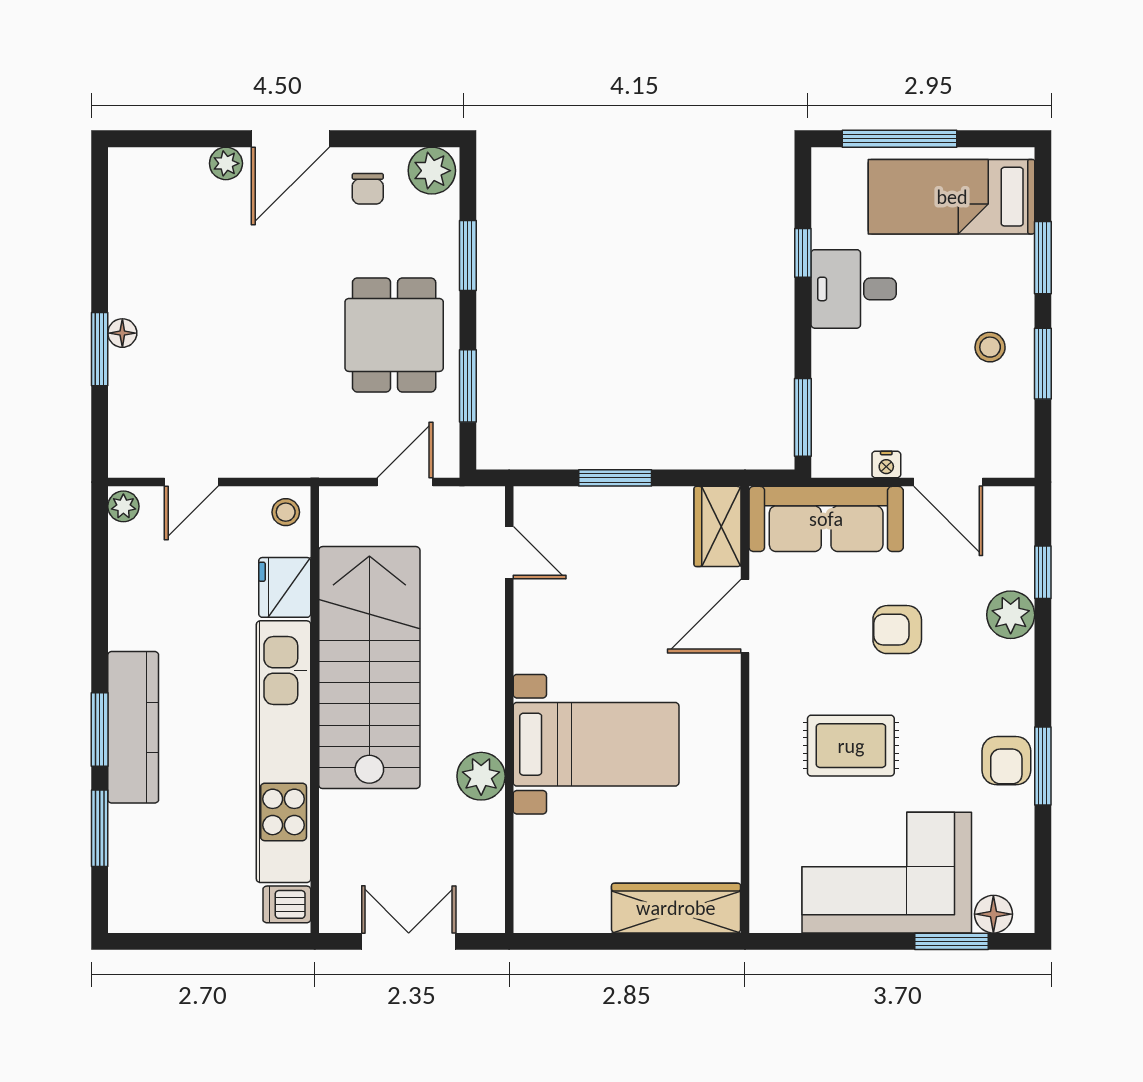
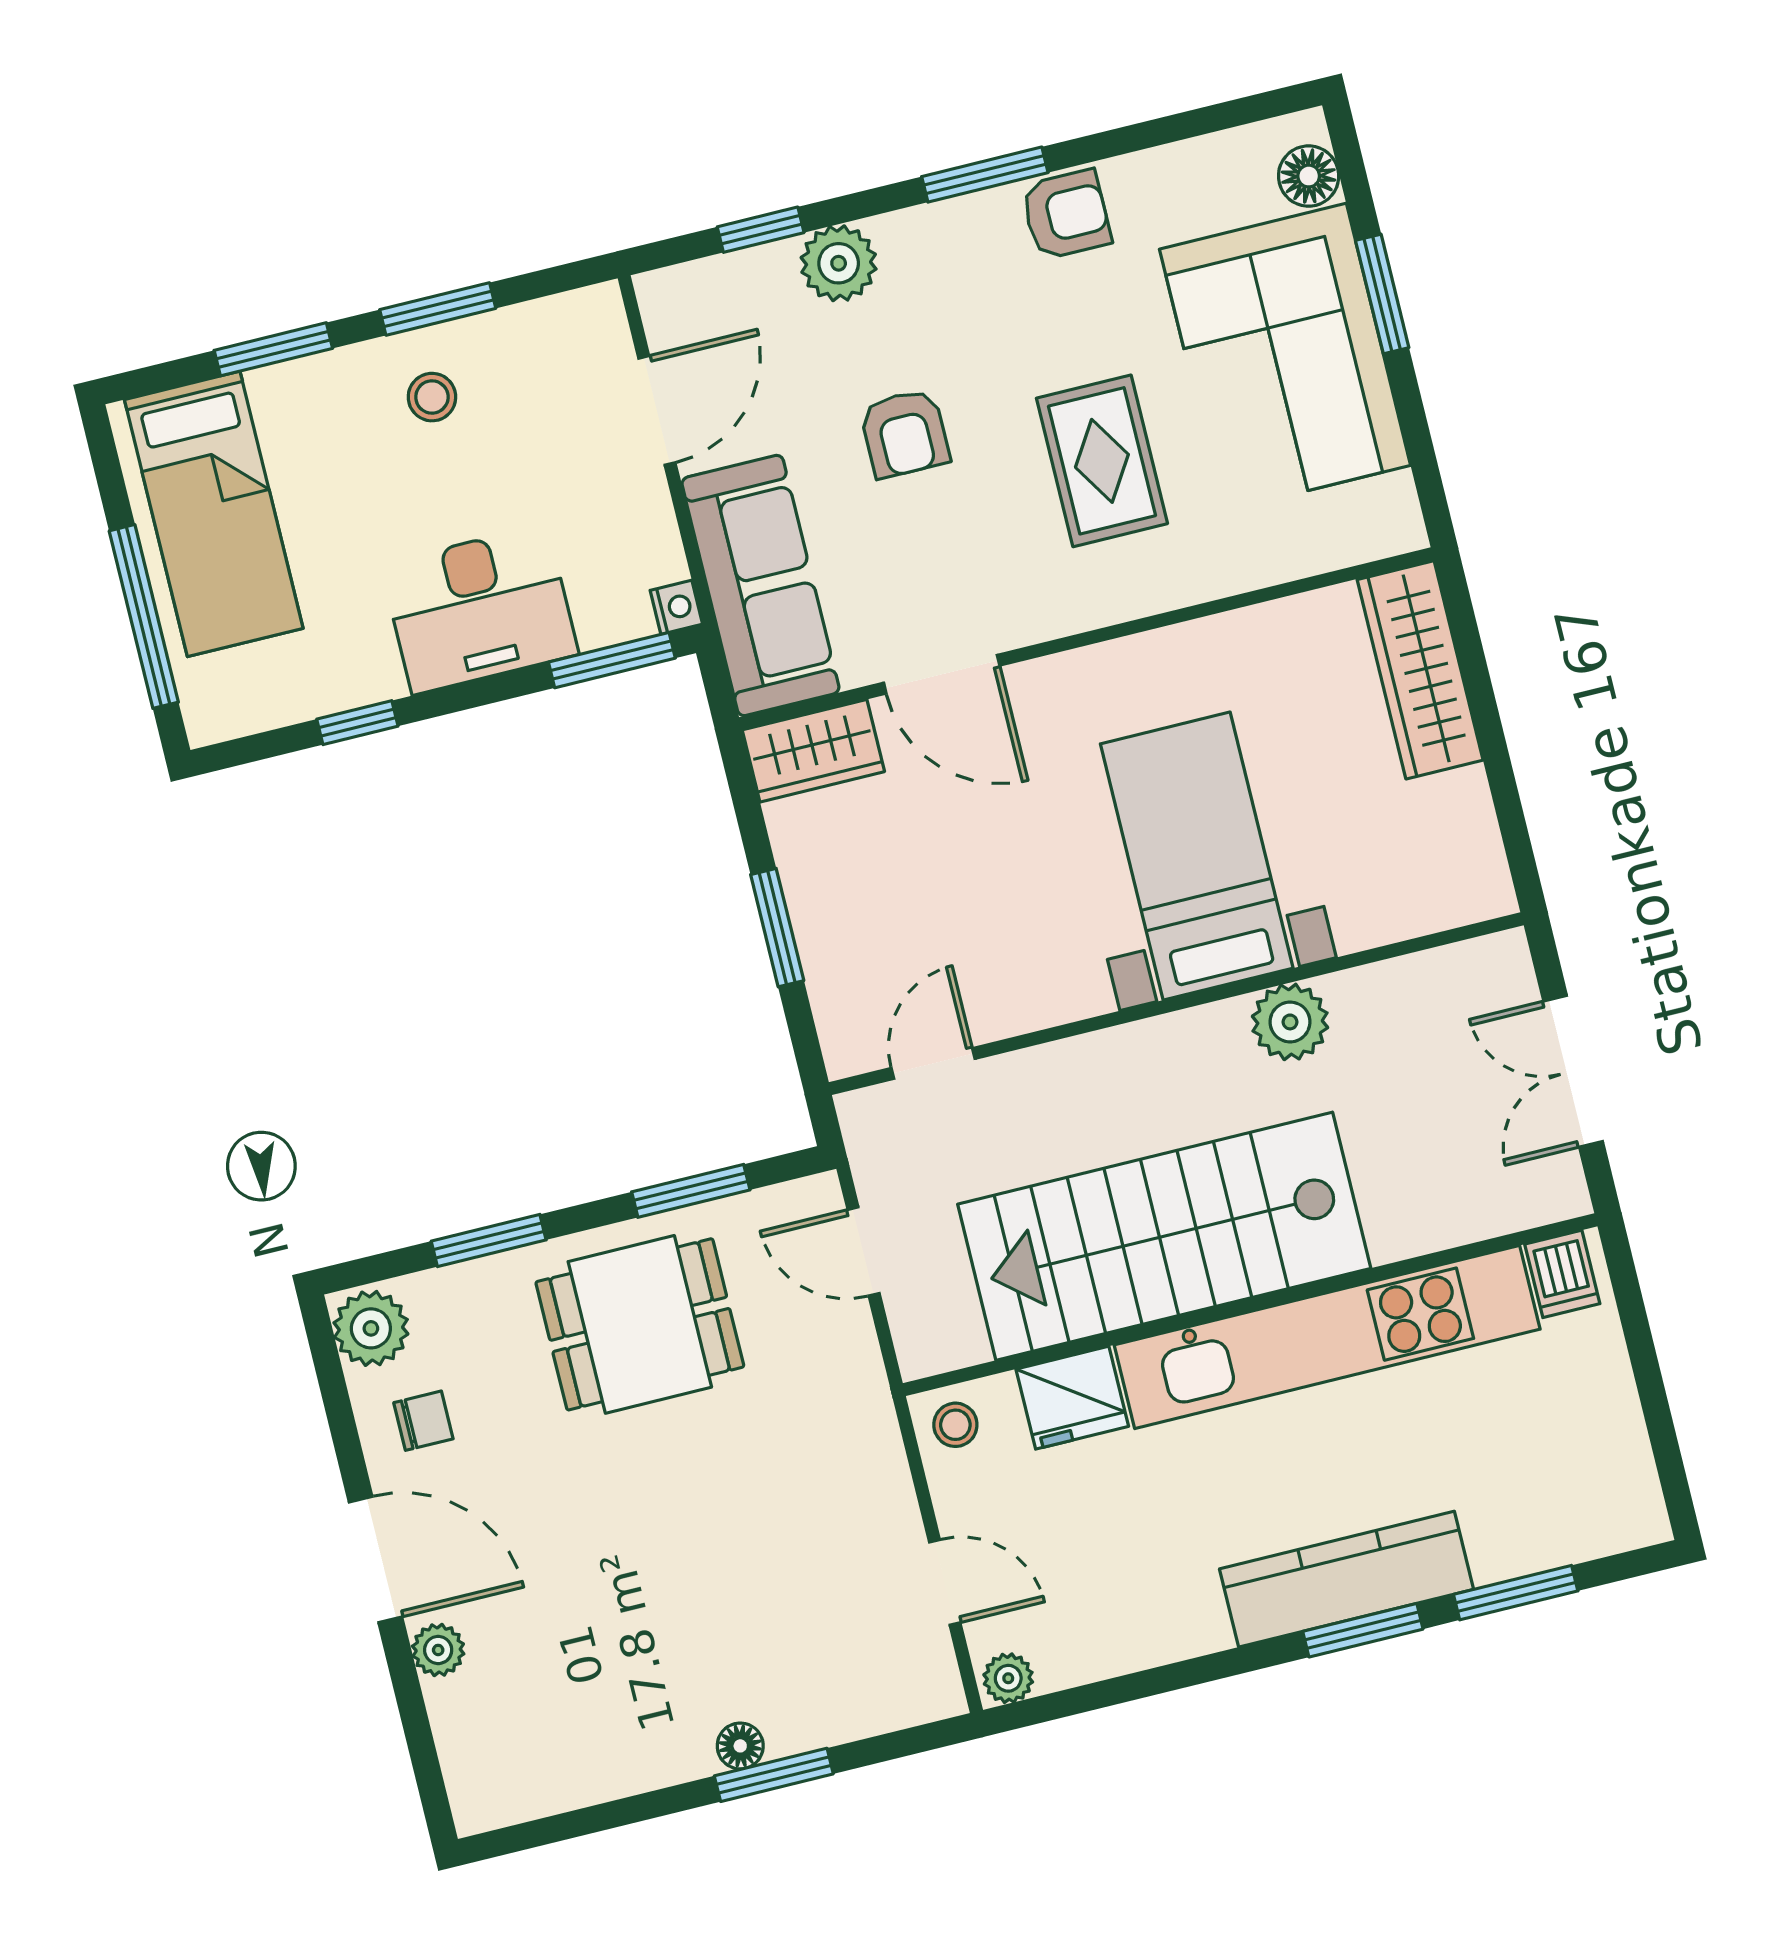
desk: (854, 289) -> (480, 609), moved, width x1.37
nightstand: (886, 464) -> (676, 607), moved
window: (1043, 766) -> (985, 175), moved
window: (952, 941) -> (1382, 294), moved

